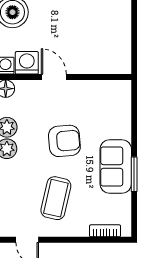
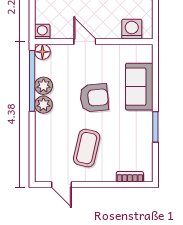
washing machine: (27, 63) -> (132, 29), moved
sofa: (116, 166) -> (139, 87), moved

